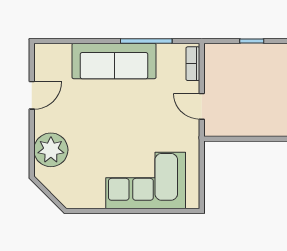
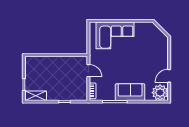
sofa: (114, 61) -> (130, 92), width x0.73
plant: (51, 150) -> (160, 93), moved

